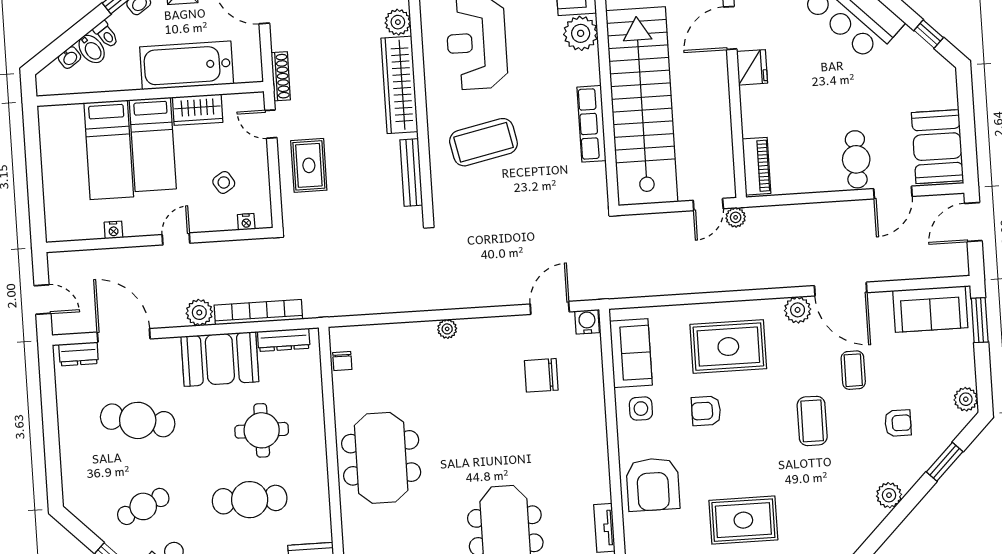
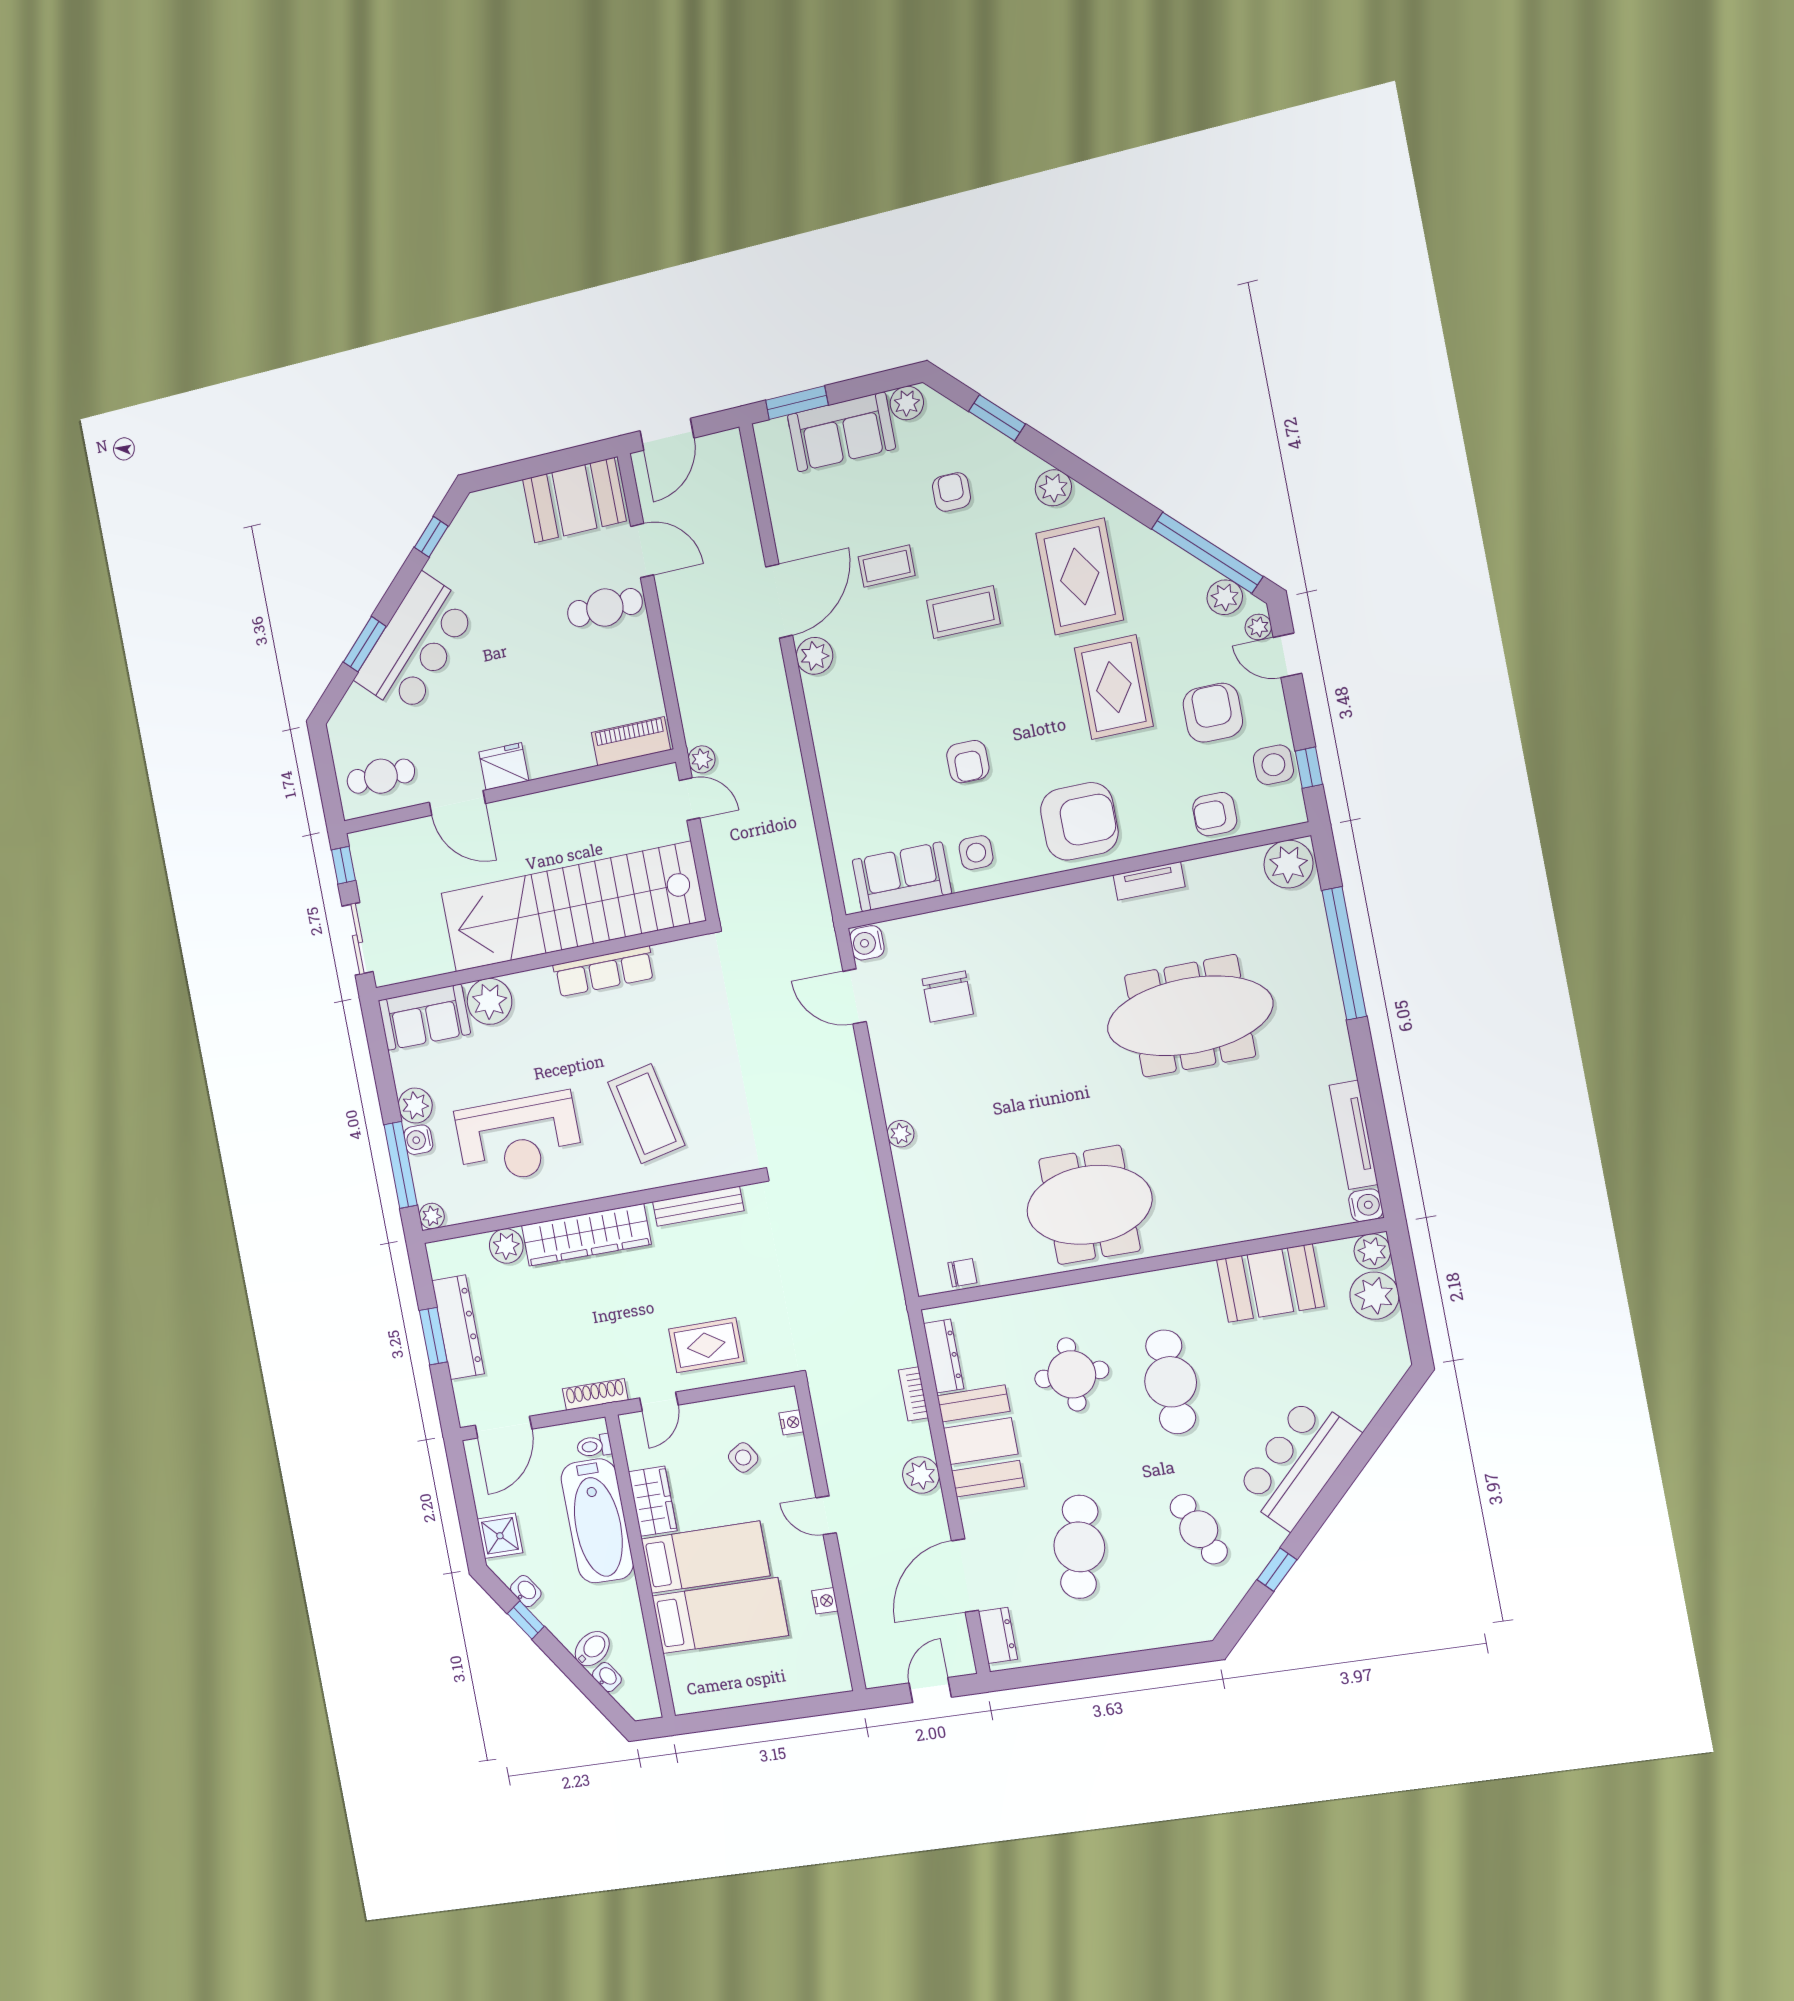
toilet: (106, 34) -> (594, 1446), moved, turned -145
door: (973, 222) -> (667, 434), hinge flipped
sofa: (930, 309) -> (841, 432), moved, turned 90
bookcase: (258, 312) -> (913, 1394), width x0.43, depth x0.76
rug: (728, 347) -> (1080, 577), moved

